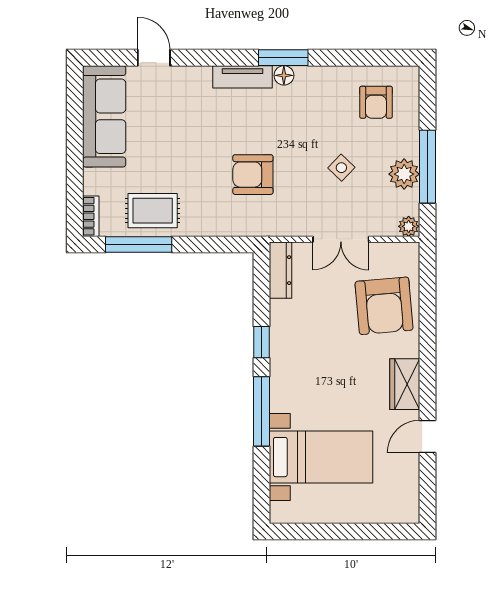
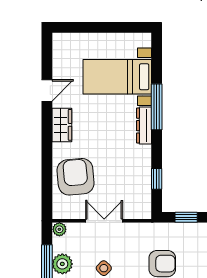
window: (217, 245) -> (186, 217), added
dresser: (281, 270) -> (144, 126), moved
window: (262, 342) -> (157, 179), moved

